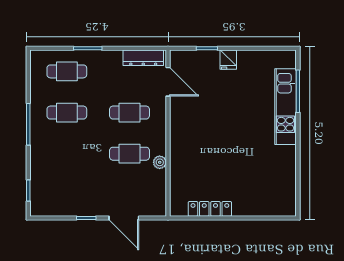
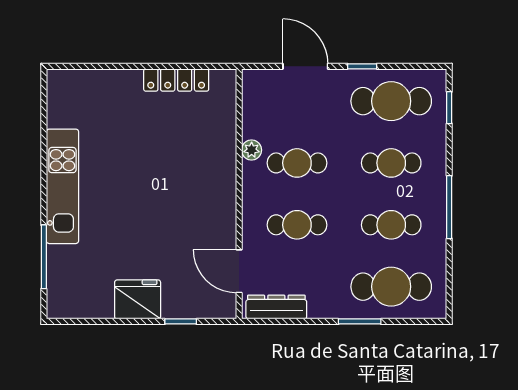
fridge: (228, 60) -> (138, 299), width x1.88, depth x1.34
cafe table: (67, 71) -> (391, 287), width x1.37, depth x1.35
kitchen unit: (285, 107) -> (62, 186), moved
cafe table: (67, 154) -> (391, 163), added
cafe table: (67, 195) -> (391, 101), added

